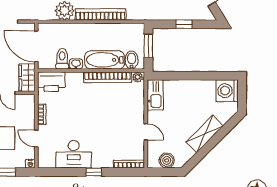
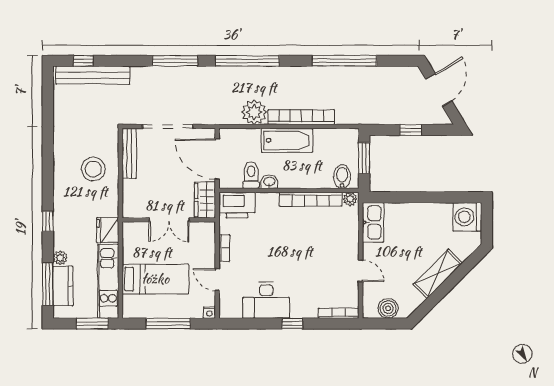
bathtub: (105, 60) -> (287, 140), moved, turned 180

